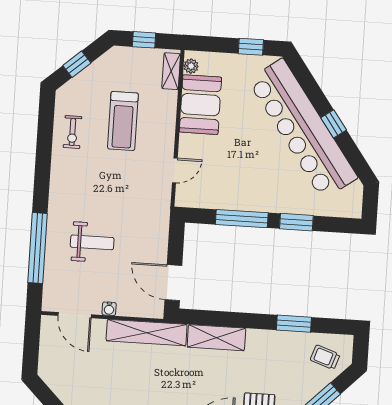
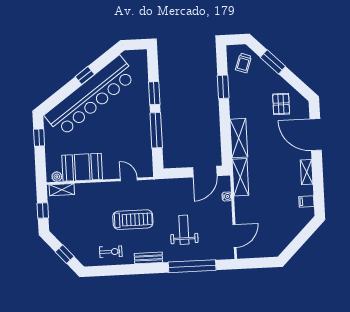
treadmill: (123, 121) -> (133, 220), moved
bench: (57, 186) -> (148, 258), added
water cooler: (109, 309) -> (227, 196), moved
shelving: (147, 333) -> (240, 177), width x0.68

